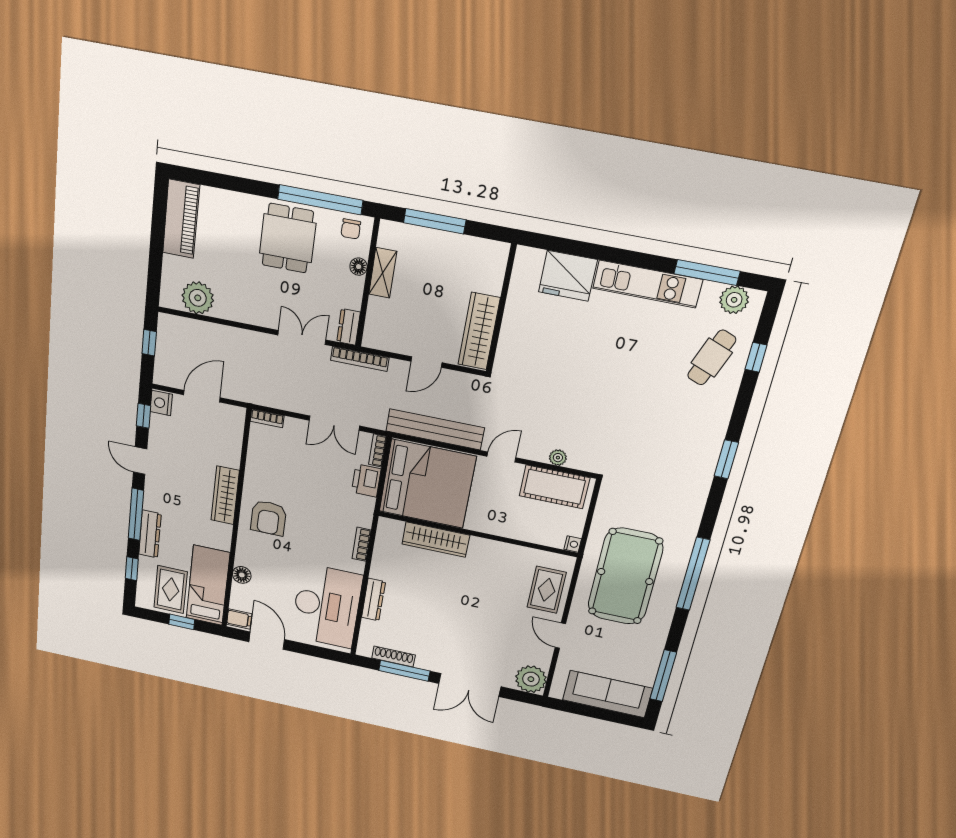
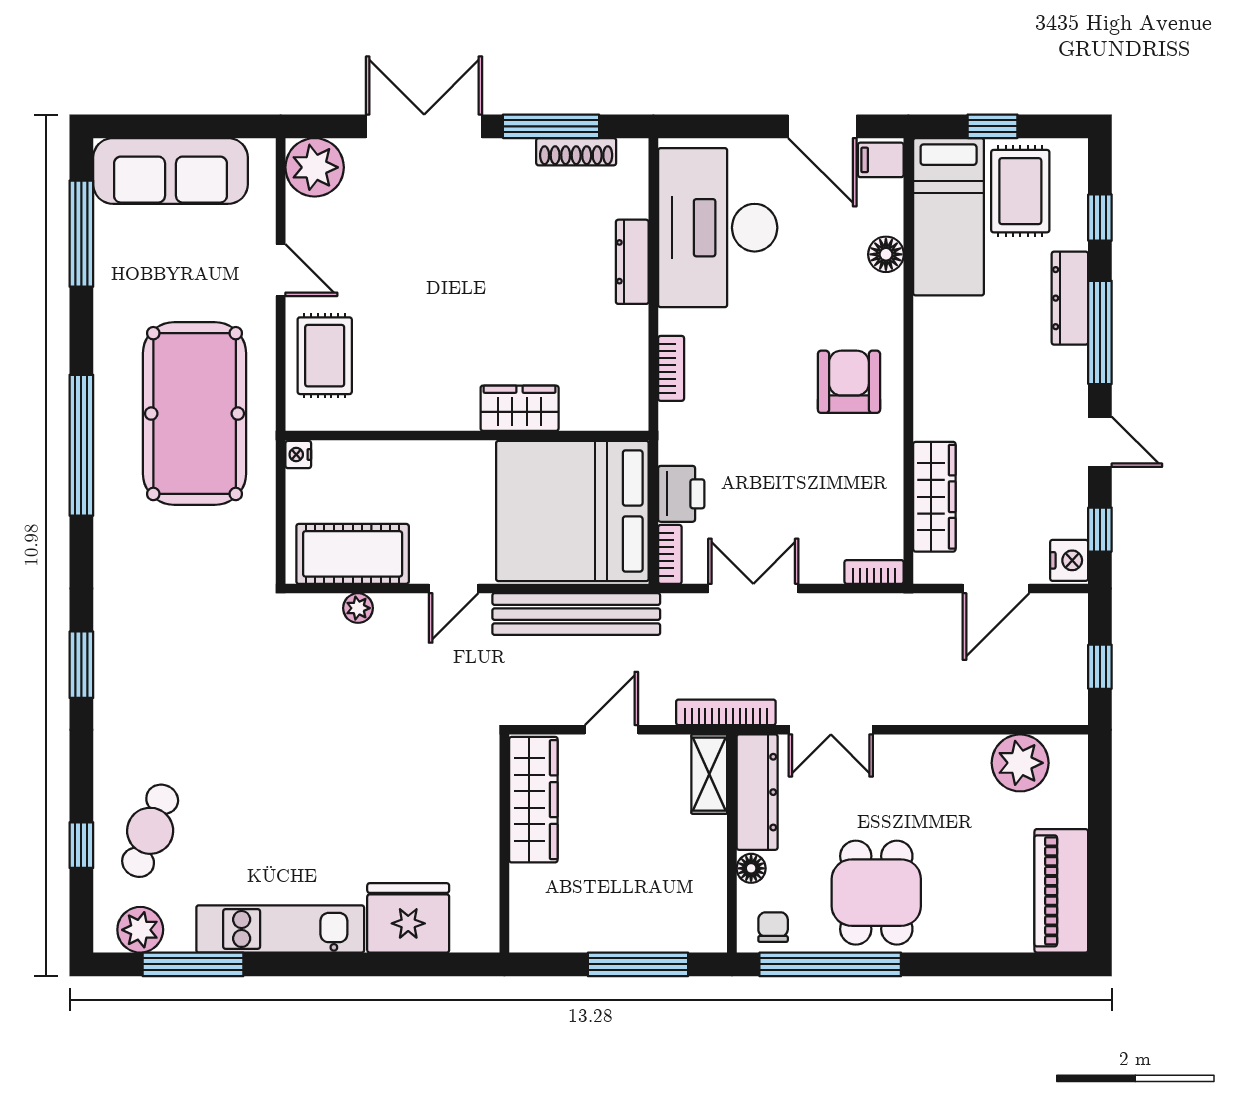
shelving: (383, 273) -> (709, 774), moved
dresser: (349, 327) -> (757, 792), width x1.96, depth x1.24
wardrobe: (225, 495) -> (934, 497), moved
wardrobe: (436, 540) -> (520, 408), width x0.67

